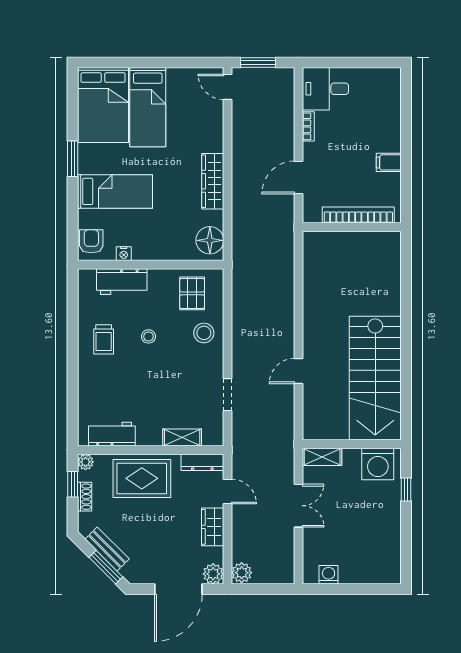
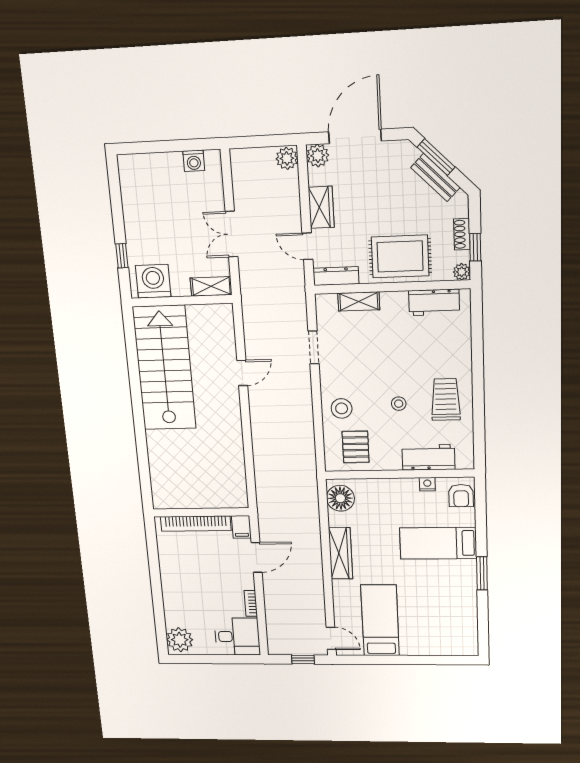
window: (258, 62) -> (303, 660), width x0.67
plant: (387, 85) -> (180, 640), added
bed: (103, 105) -> (453, 622), removed
bed: (148, 107) -> (380, 620), moved
filing cabinet: (389, 162) -> (241, 527), moved, turned 90
trolley: (104, 339) -> (446, 400), width x1.36, depth x1.39

